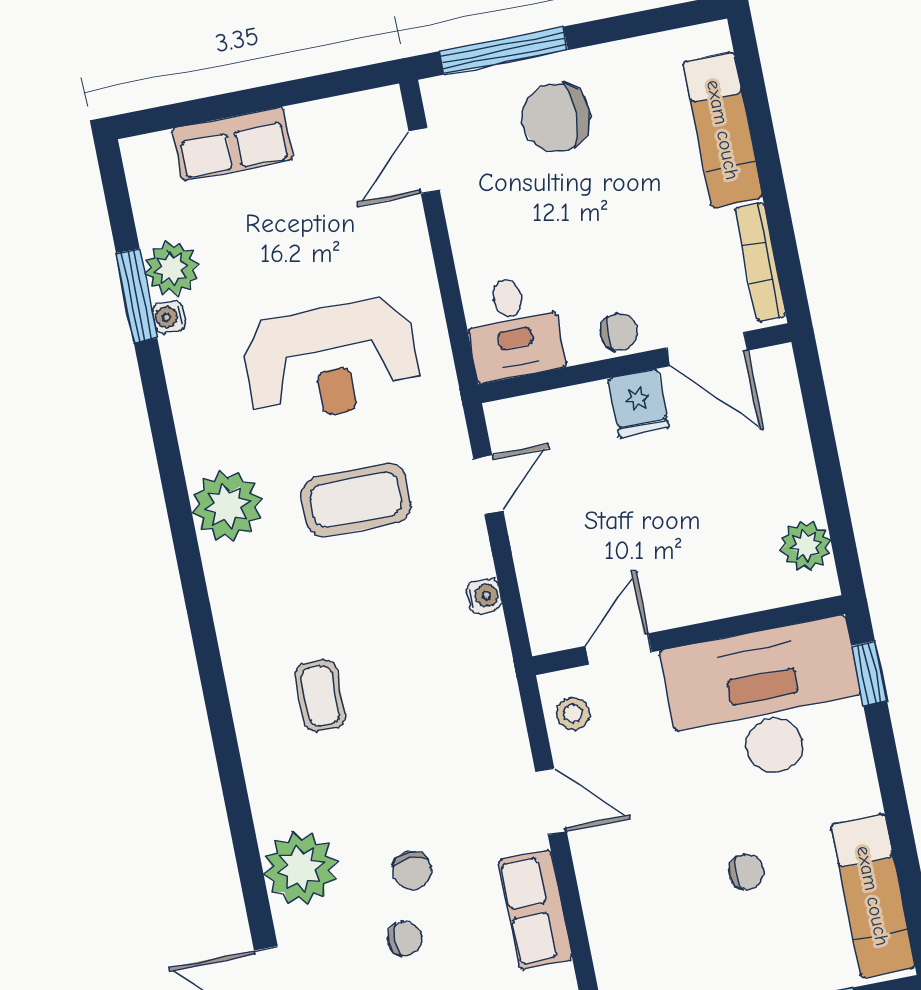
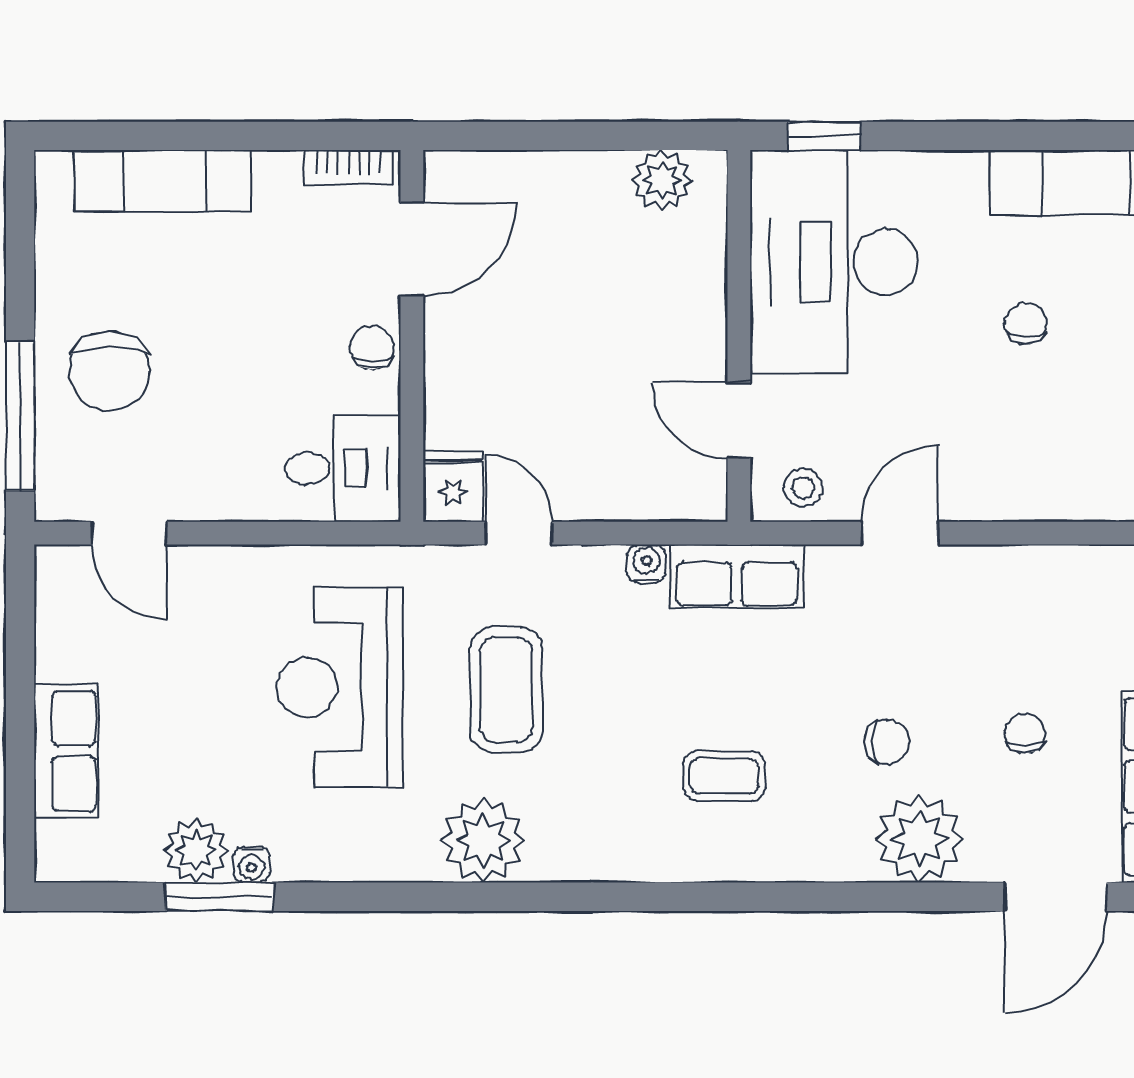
bookcase: (760, 262) -> (348, 168), width x0.64
reception desk: (331, 361) -> (340, 687), turned 180
fridge: (638, 403) -> (453, 486), moved, turned -90
chair: (412, 870) -> (887, 742), moved
row of seats: (535, 910) -> (737, 576), moved

